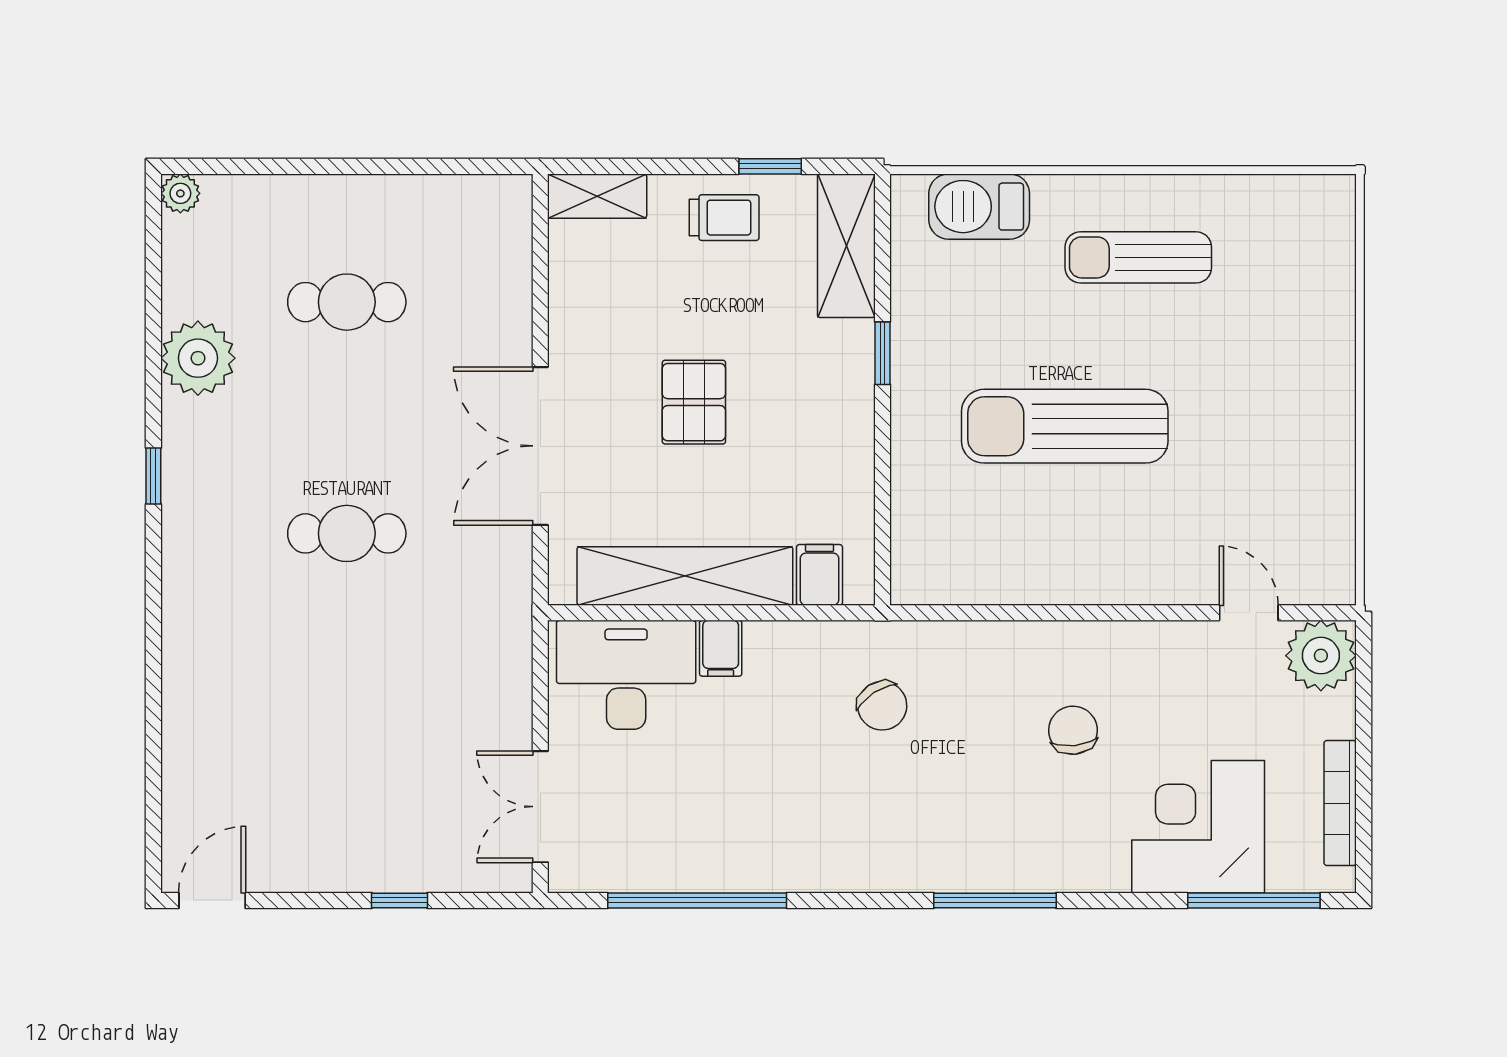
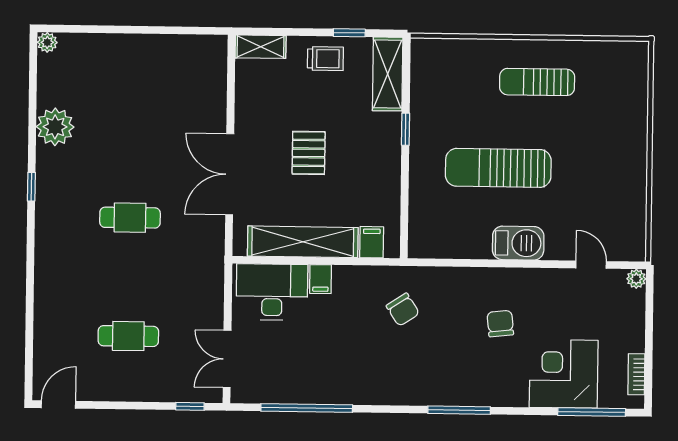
barbecue: (979, 207) -> (518, 243), moved, turned 180
cafe table: (347, 302) -> (128, 336), moved
plant: (1321, 656) -> (636, 279), width x0.53, depth x0.53
bookcase: (1340, 803) -> (636, 374), width x0.64
window: (400, 900) -> (190, 406), moved

